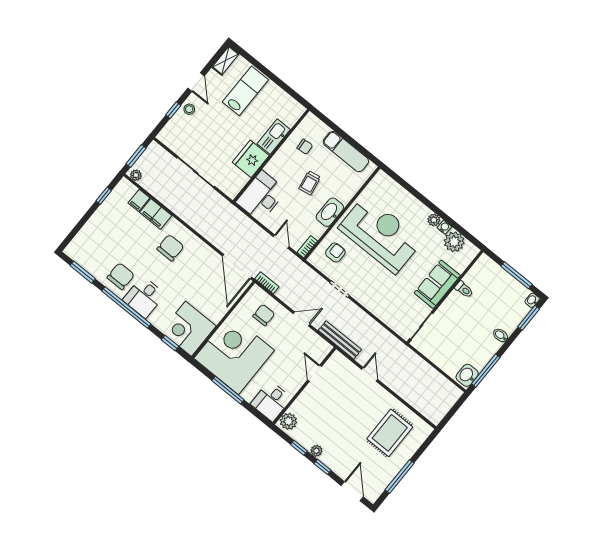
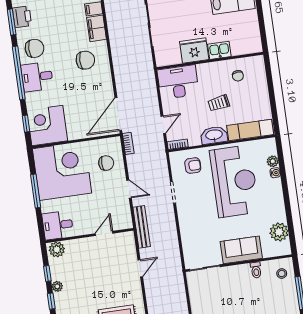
kitchen sink: (274, 137) -> (219, 50), width x0.73
exam couch: (346, 152) -> (250, 130), moved, turned 90
plant: (434, 220) -> (273, 161), moved
water cooler: (444, 227) -> (275, 173), moved
printer: (87, 260) -> (22, 17), added
stool: (487, 273) -> (282, 273), added

